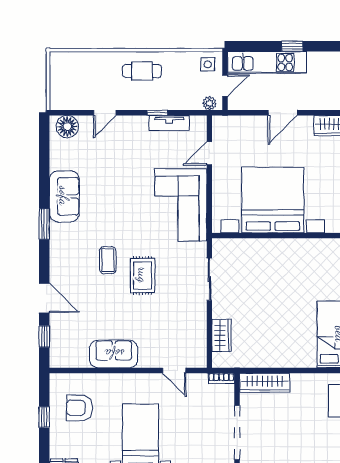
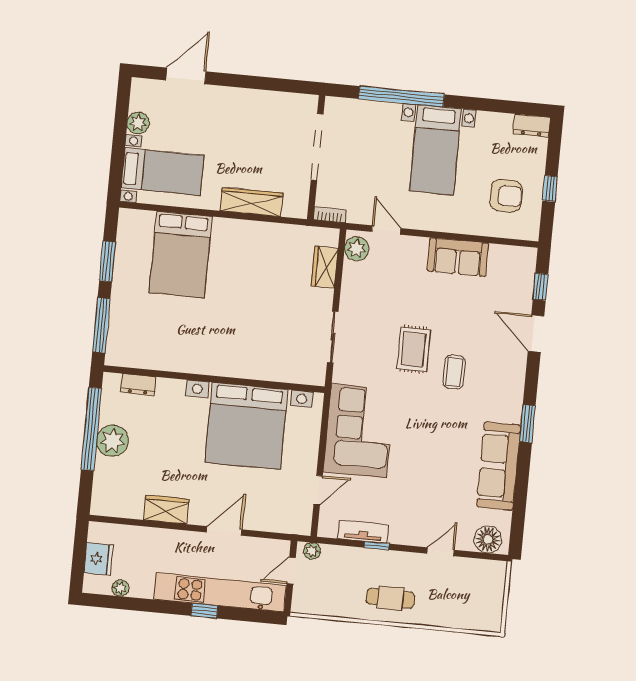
kitchen unit: (267, 62) -> (220, 592), width x1.36
side table: (208, 64) -> (310, 599), removed
sofa: (64, 196) -> (499, 466), width x1.36
plant: (197, 353) -> (357, 249), added
wardrobe: (265, 383) -> (251, 202), moved

